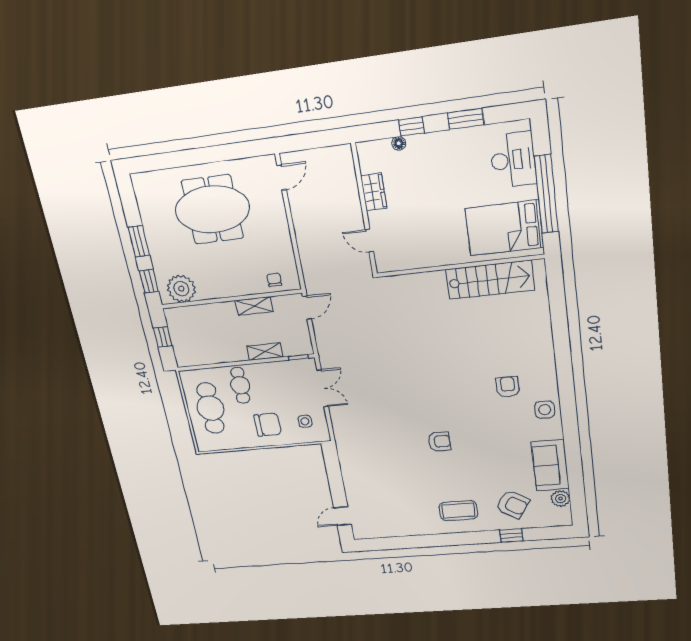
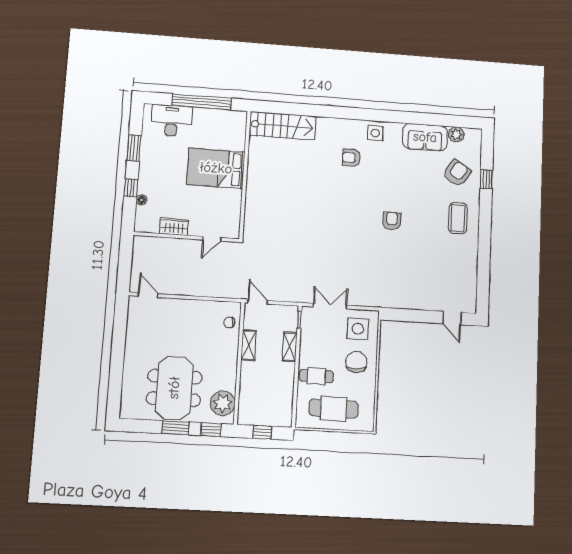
meeting table: (212, 209) -> (174, 388), moved
bed: (504, 228) -> (216, 168), moved, turned 90
stairs: (490, 280) -> (283, 126), moved, turned 90
side table: (305, 421) -> (358, 329), width x1.87, depth x1.87

